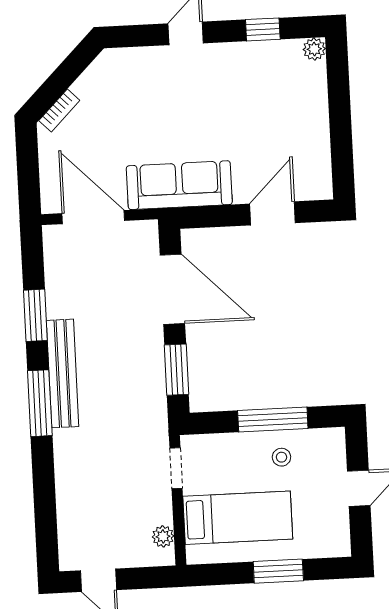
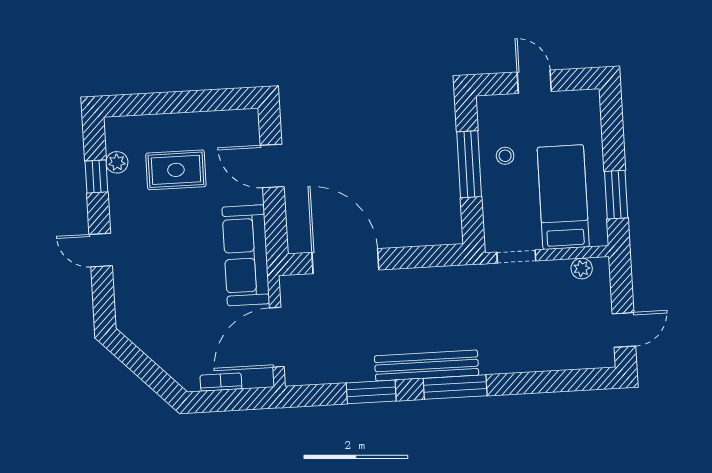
plant: (314, 49) -> (117, 162), moved
bookcase: (59, 110) -> (221, 382), moved, turned -45
rug: (269, 113) -> (176, 170), added
door: (172, 289) -> (345, 261), hinge flipped
window: (176, 370) -> (422, 257), removed
window: (278, 571) -> (616, 195), moved

